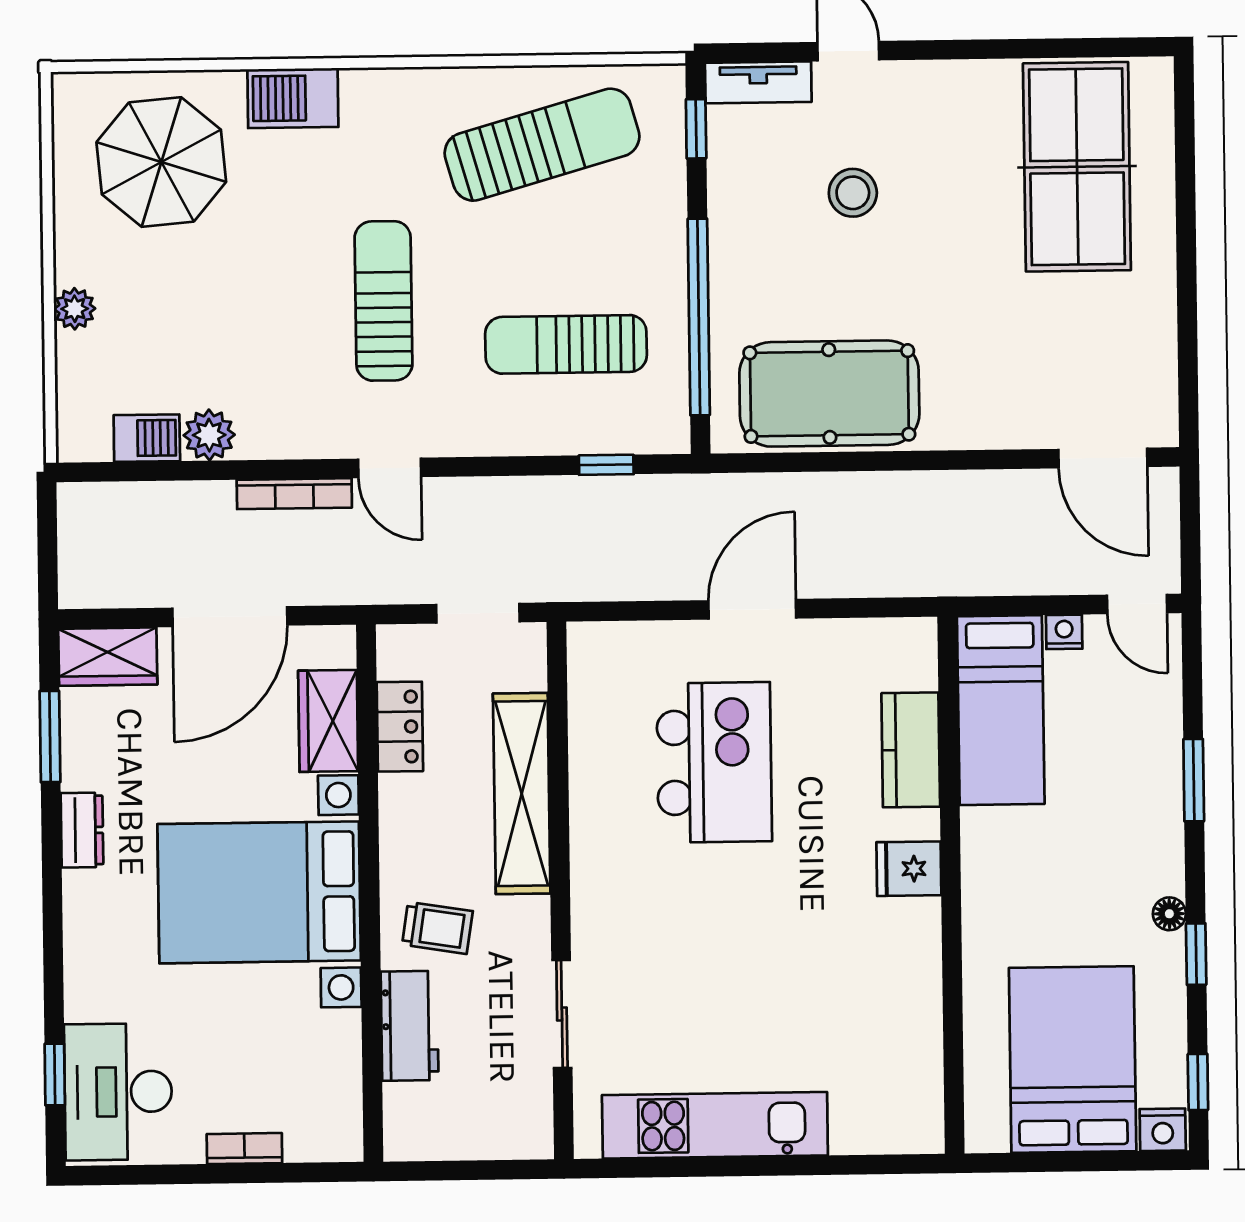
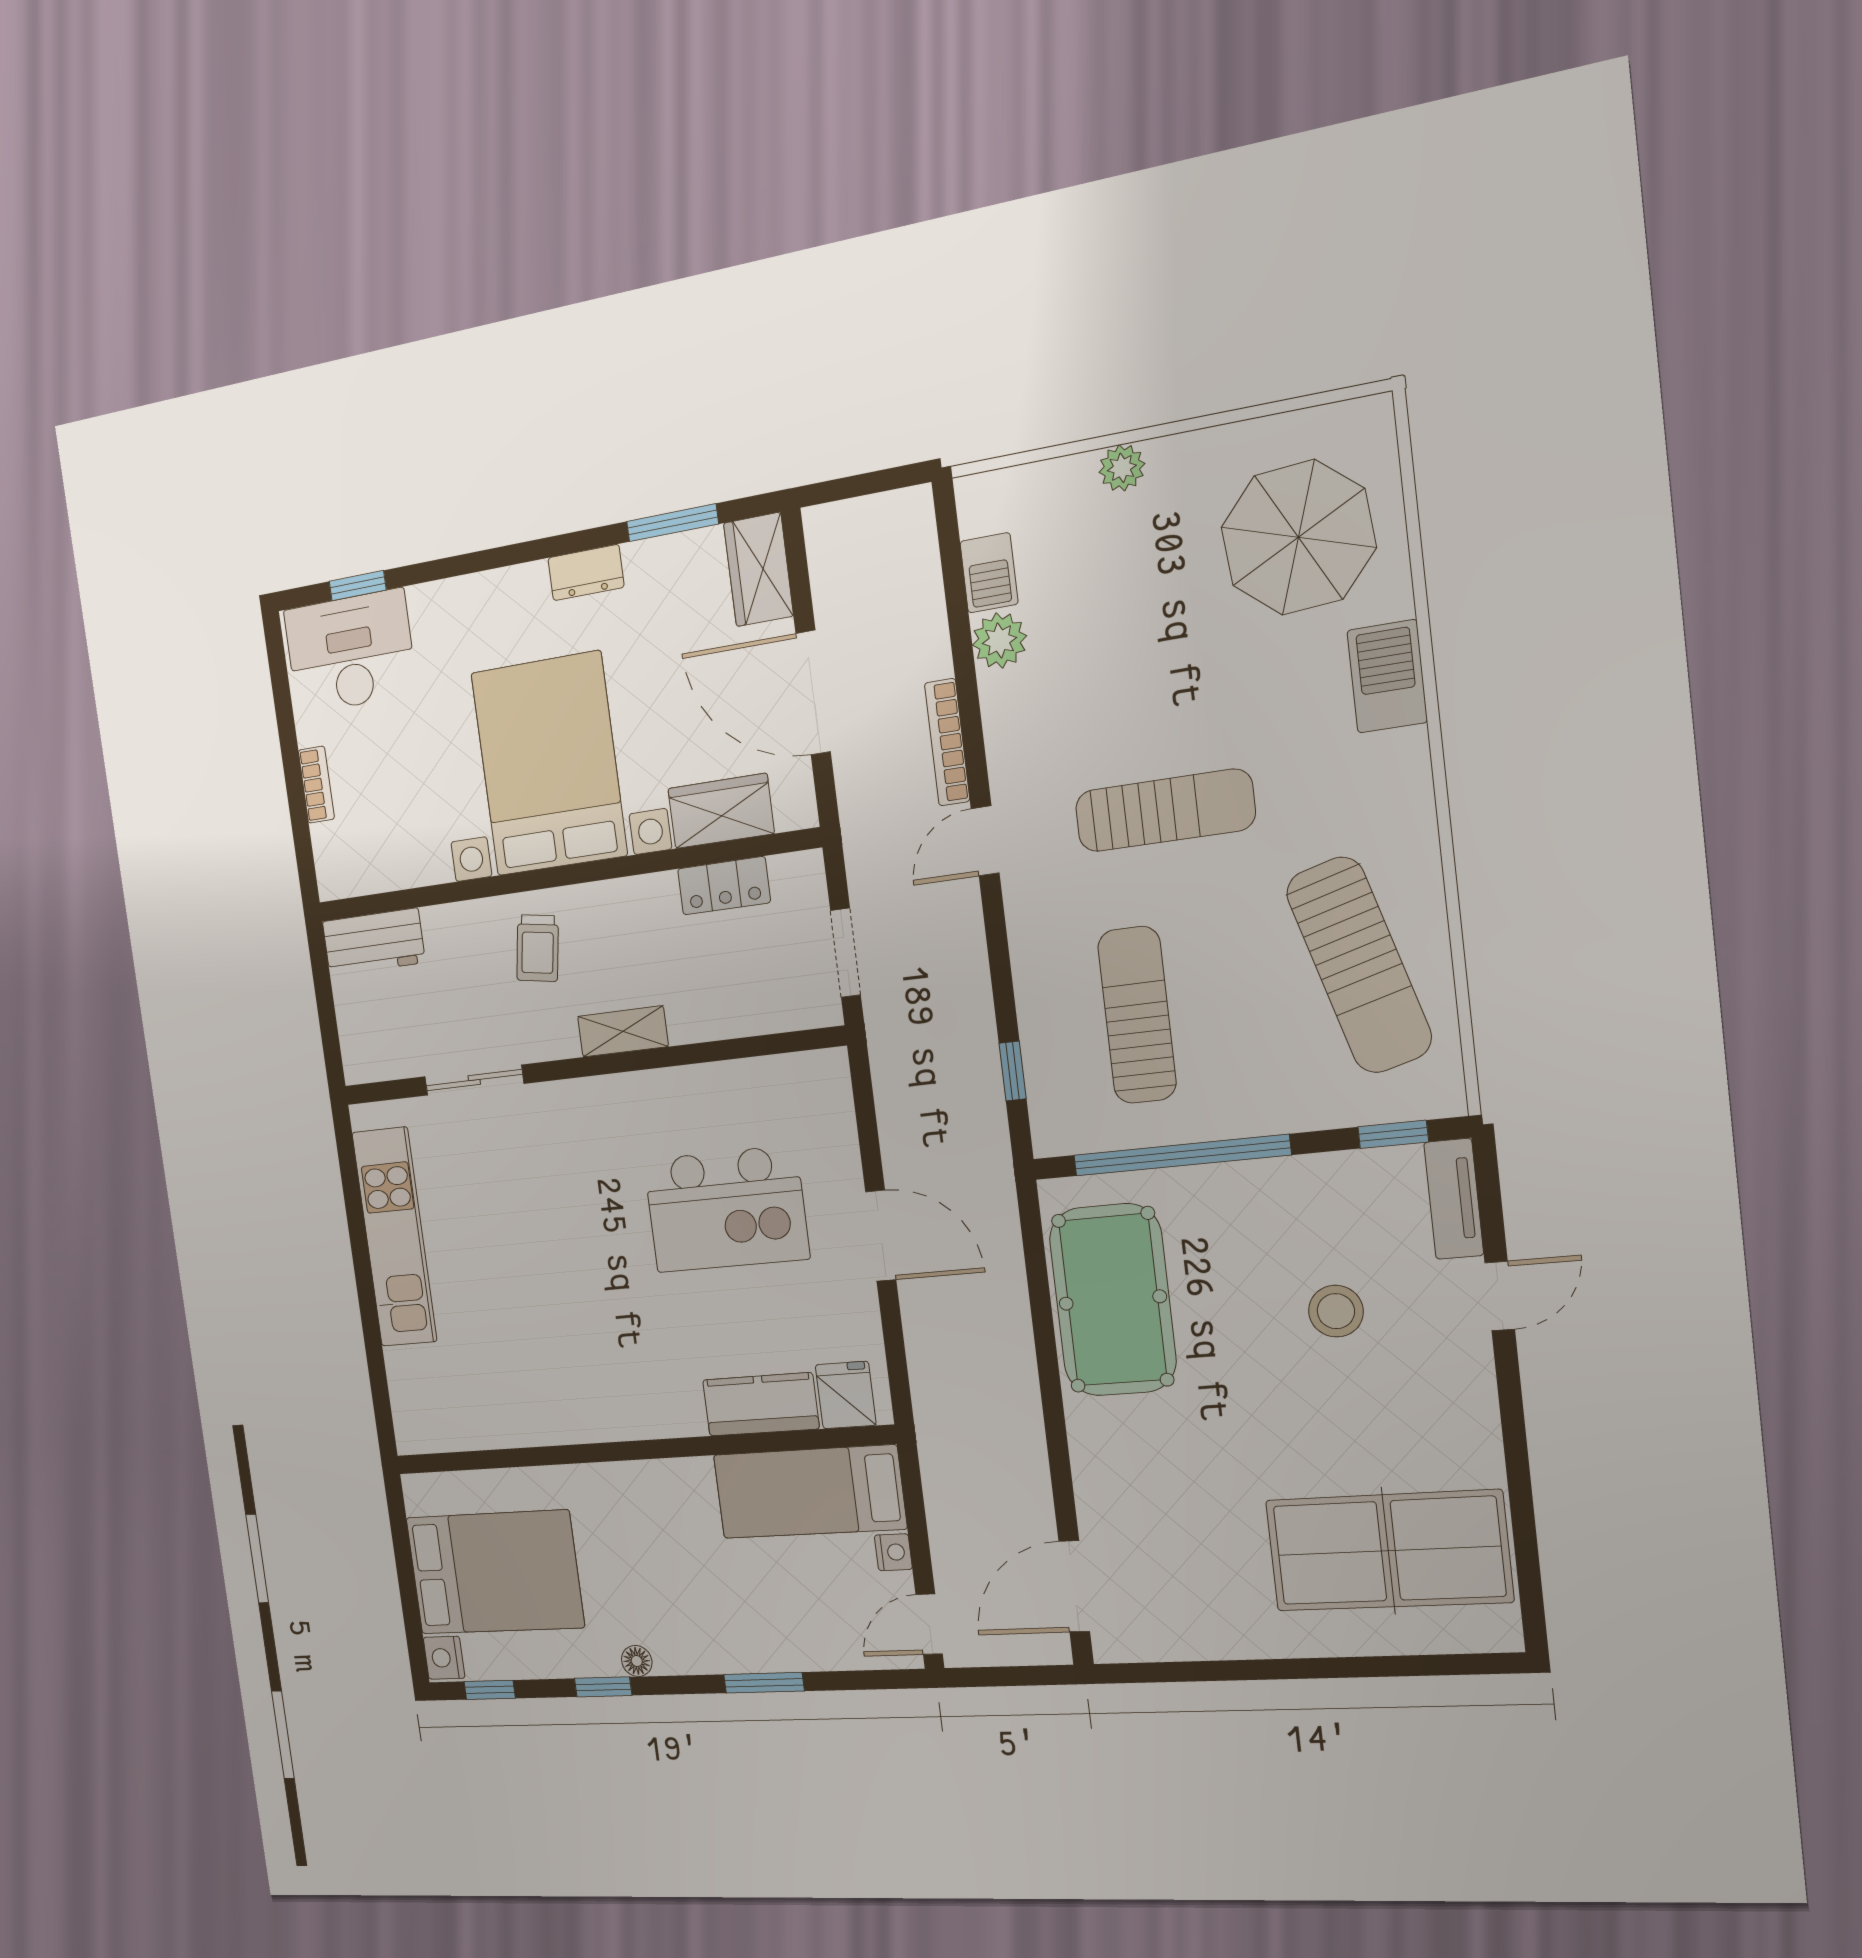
shelving: (522, 793) -> (623, 1031), width x0.45, depth x0.75
fridge: (909, 869) -> (846, 1395), moved
workbench: (410, 1026) -> (374, 942), moved

